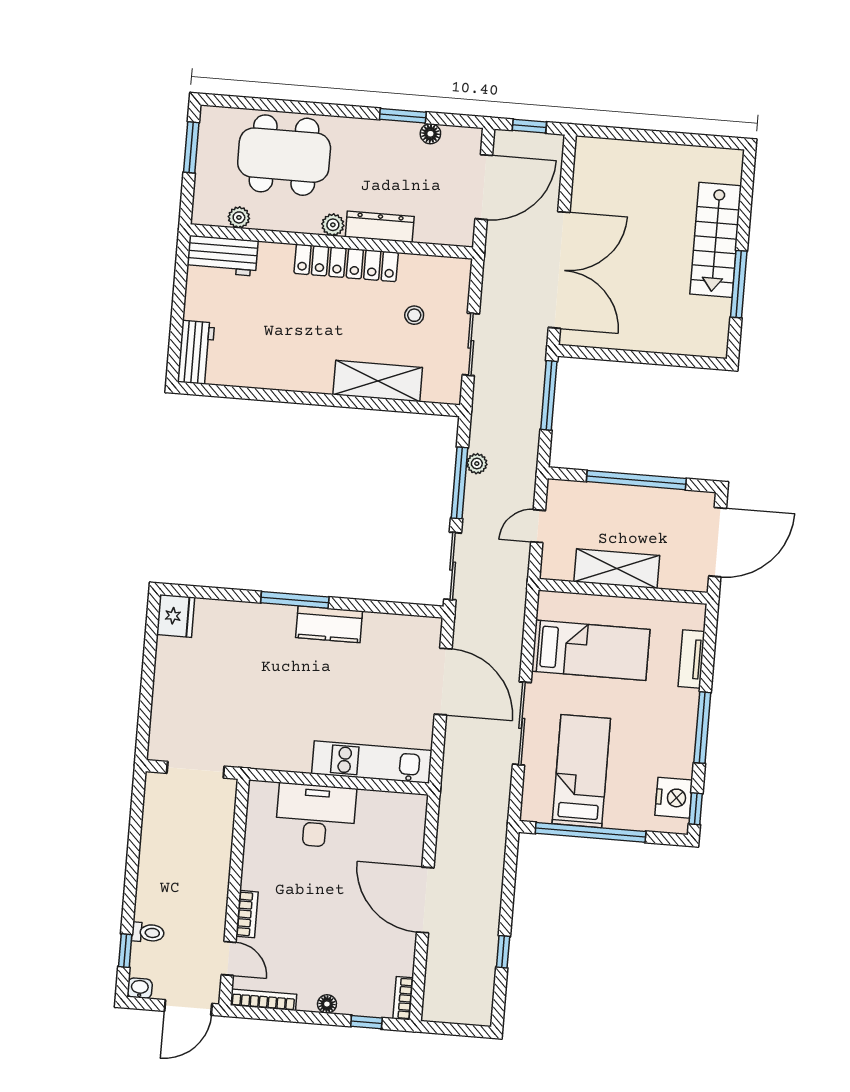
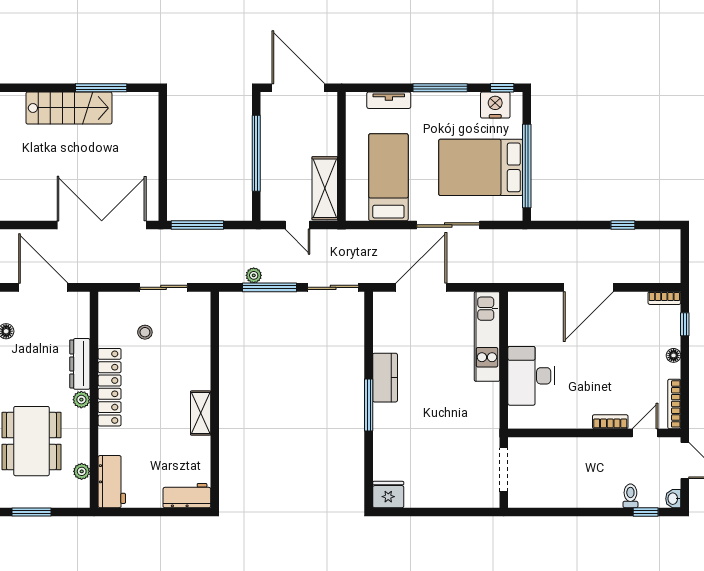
shelving: (378, 381) -> (201, 413), moved, width x0.67, depth x0.75
shelving: (617, 569) -> (325, 188), moved
bed: (581, 771) -> (481, 167), width x1.50

